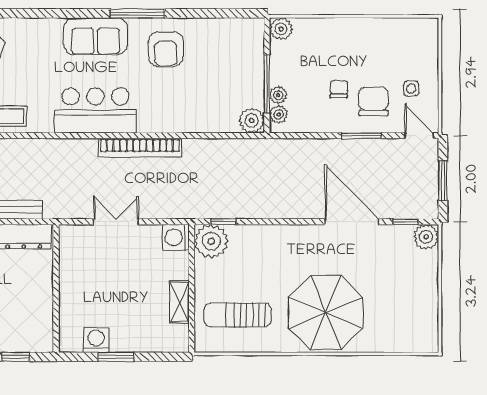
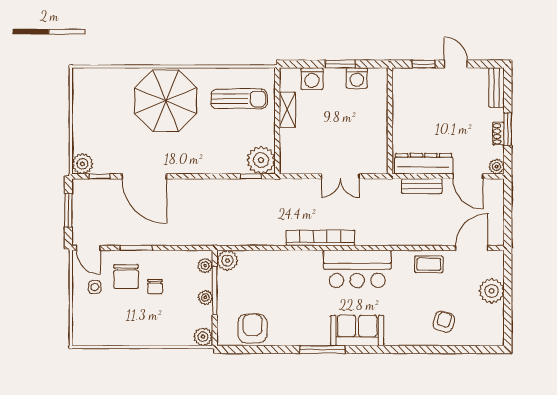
armchair: (166, 49) -> (252, 328), moved
plant: (278, 95) -> (205, 297), moved
washing machine: (176, 237) -> (312, 79), moved, turned 90

